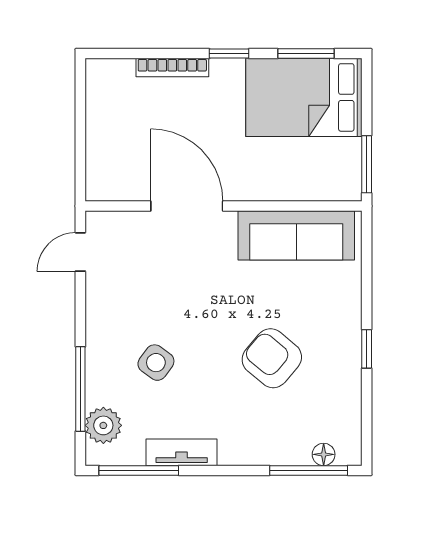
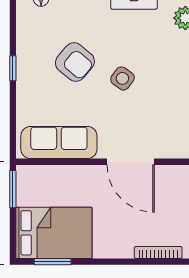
window: (229, 54) -> (103, 262), removed
bookcase: (172, 68) -> (158, 252), moved
side table: (156, 363) -> (122, 78), moved

